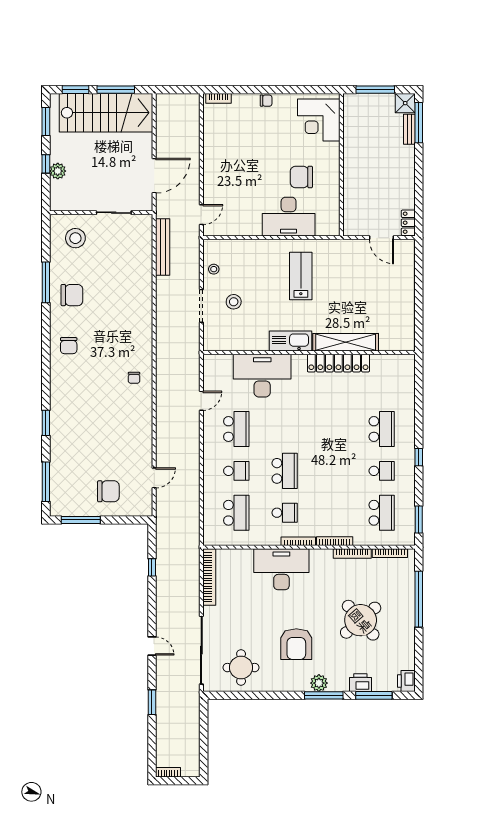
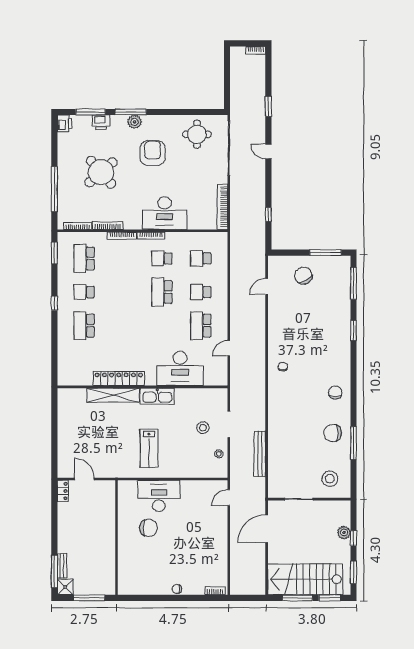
corner desk: (319, 120) -> (135, 573), removed
bench: (163, 247) -> (260, 454), moved
chair: (108, 491) -> (303, 276), turned 62
school desk: (236, 513) -> (201, 258), width x0.54

